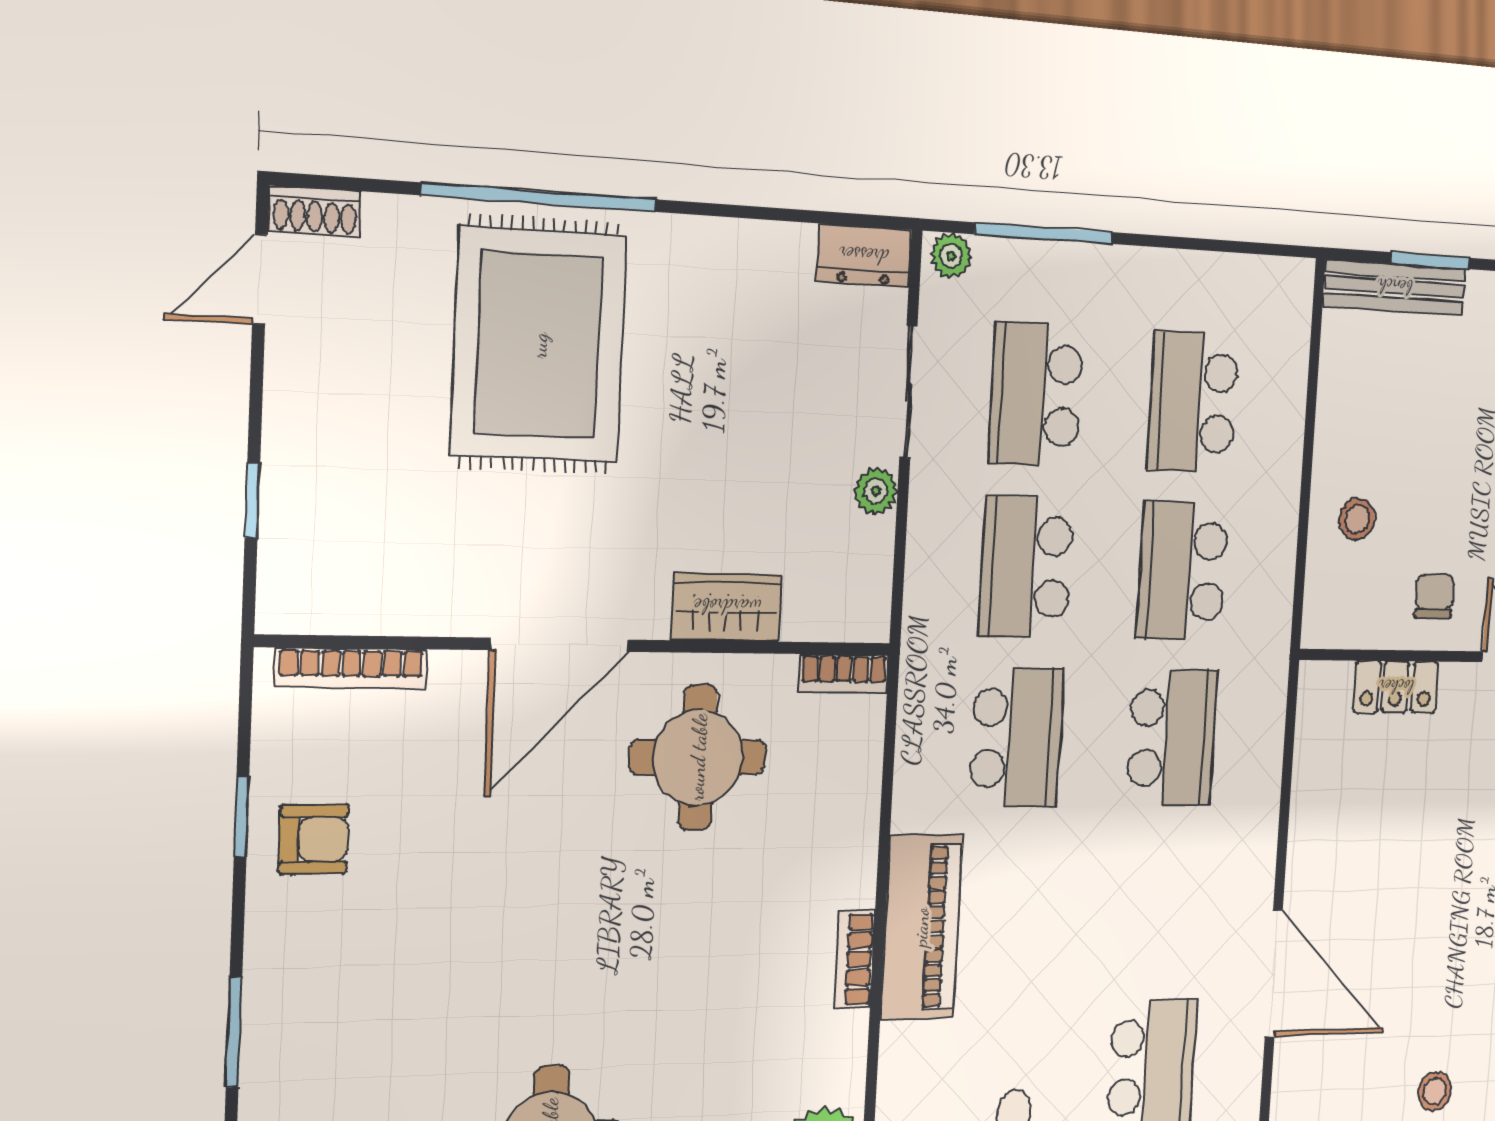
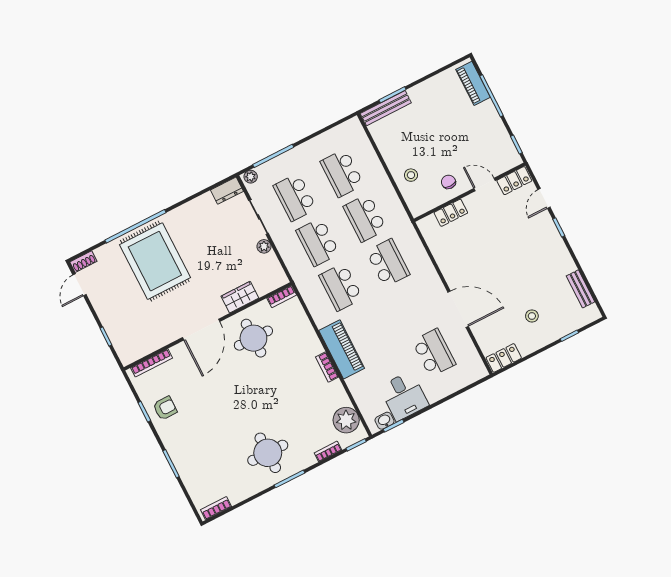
school desk: (1016, 738) -> (341, 287), turned 180

